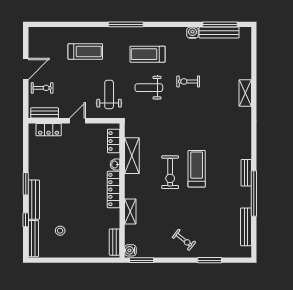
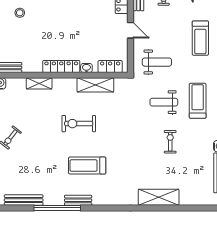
weight bench: (149, 88) -> (164, 102), turned -90
shelving: (245, 93) -> (159, 197), width x1.50, depth x1.33
treadmill: (197, 169) -> (87, 166), moved, turned 180

